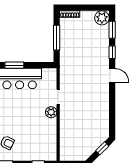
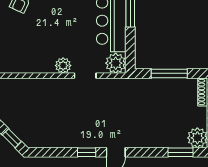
window: (112, 52) -> (87, 152), moved
plant: (49, 75) -> (116, 63), added

